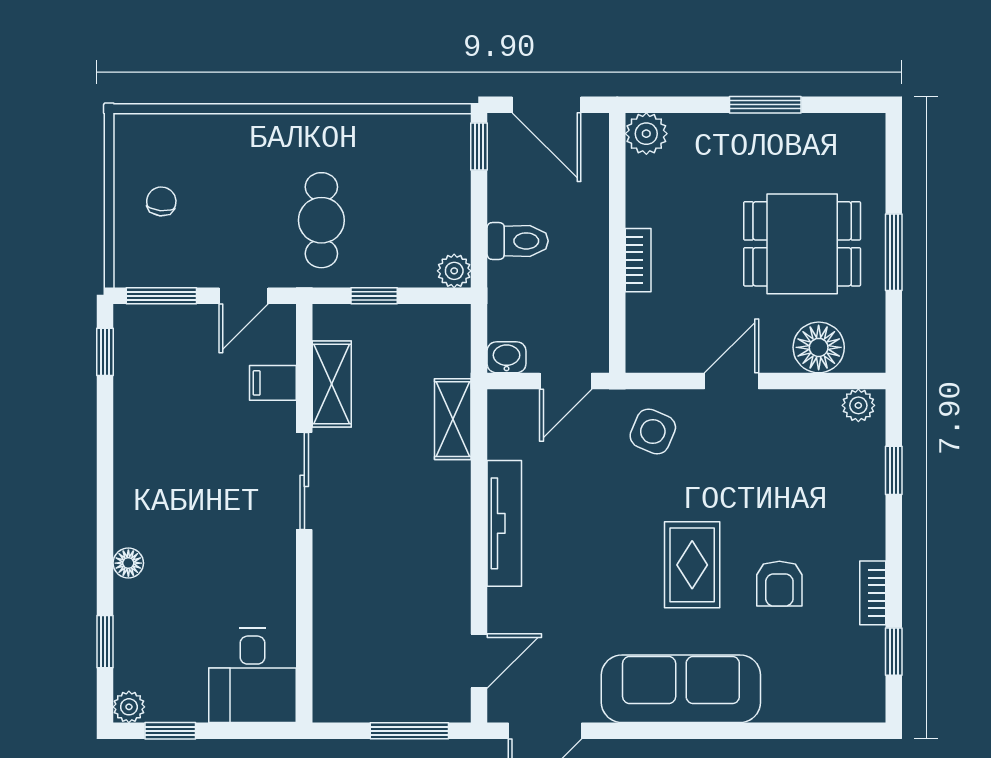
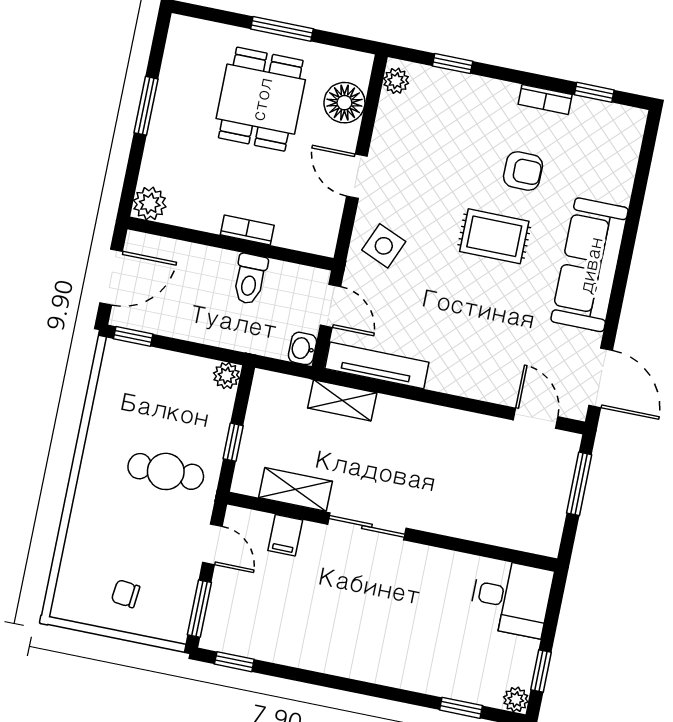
toilet: (518, 241) -> (250, 279), moved, turned 180
tv unit: (504, 523) -> (377, 365), moved
floor lamp: (128, 563) -> (403, 677), removed

